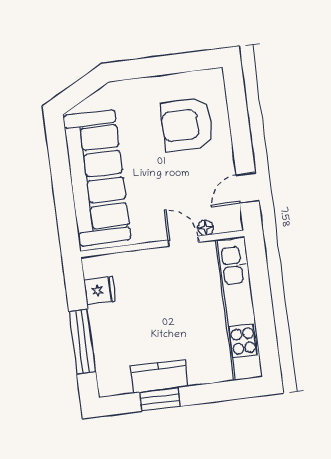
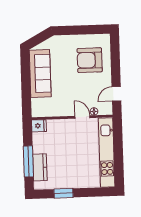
sofa: (97, 178) -> (40, 73), width x0.74, depth x0.79
fridge: (100, 290) -> (39, 126), moved
kitchen counter: (159, 376) -> (40, 167), moved, turned 90

